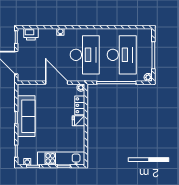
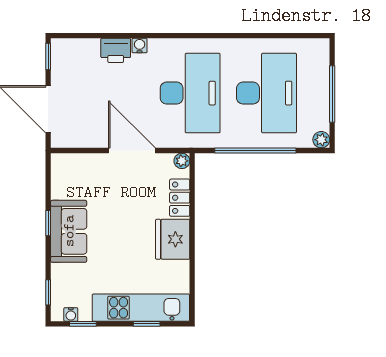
printer: (31, 34) -> (116, 50), moved
sofa: (26, 116) -> (69, 231), width x0.73
fridge: (78, 121) -> (173, 239), width x1.88, depth x1.34

